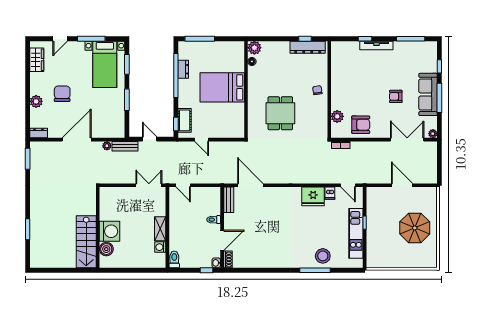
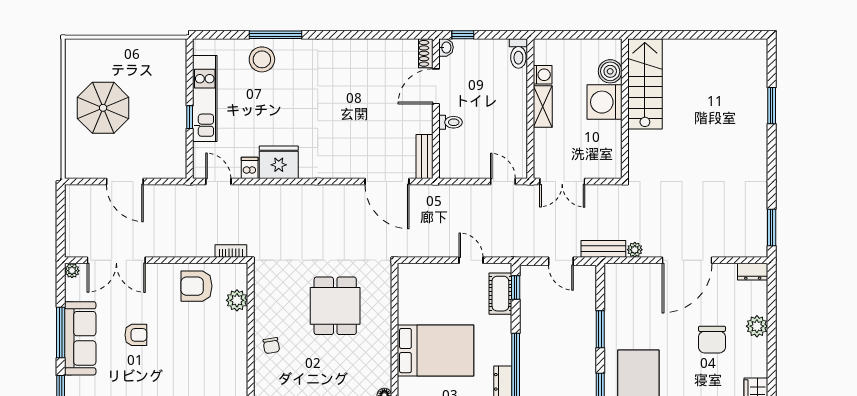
wall: (98, 227) -> (625, 109), moved
washing machine: (110, 231) -> (605, 102), moved
stairs: (86, 242) -> (645, 84), moved
boiler: (106, 249) -> (610, 71), moved

